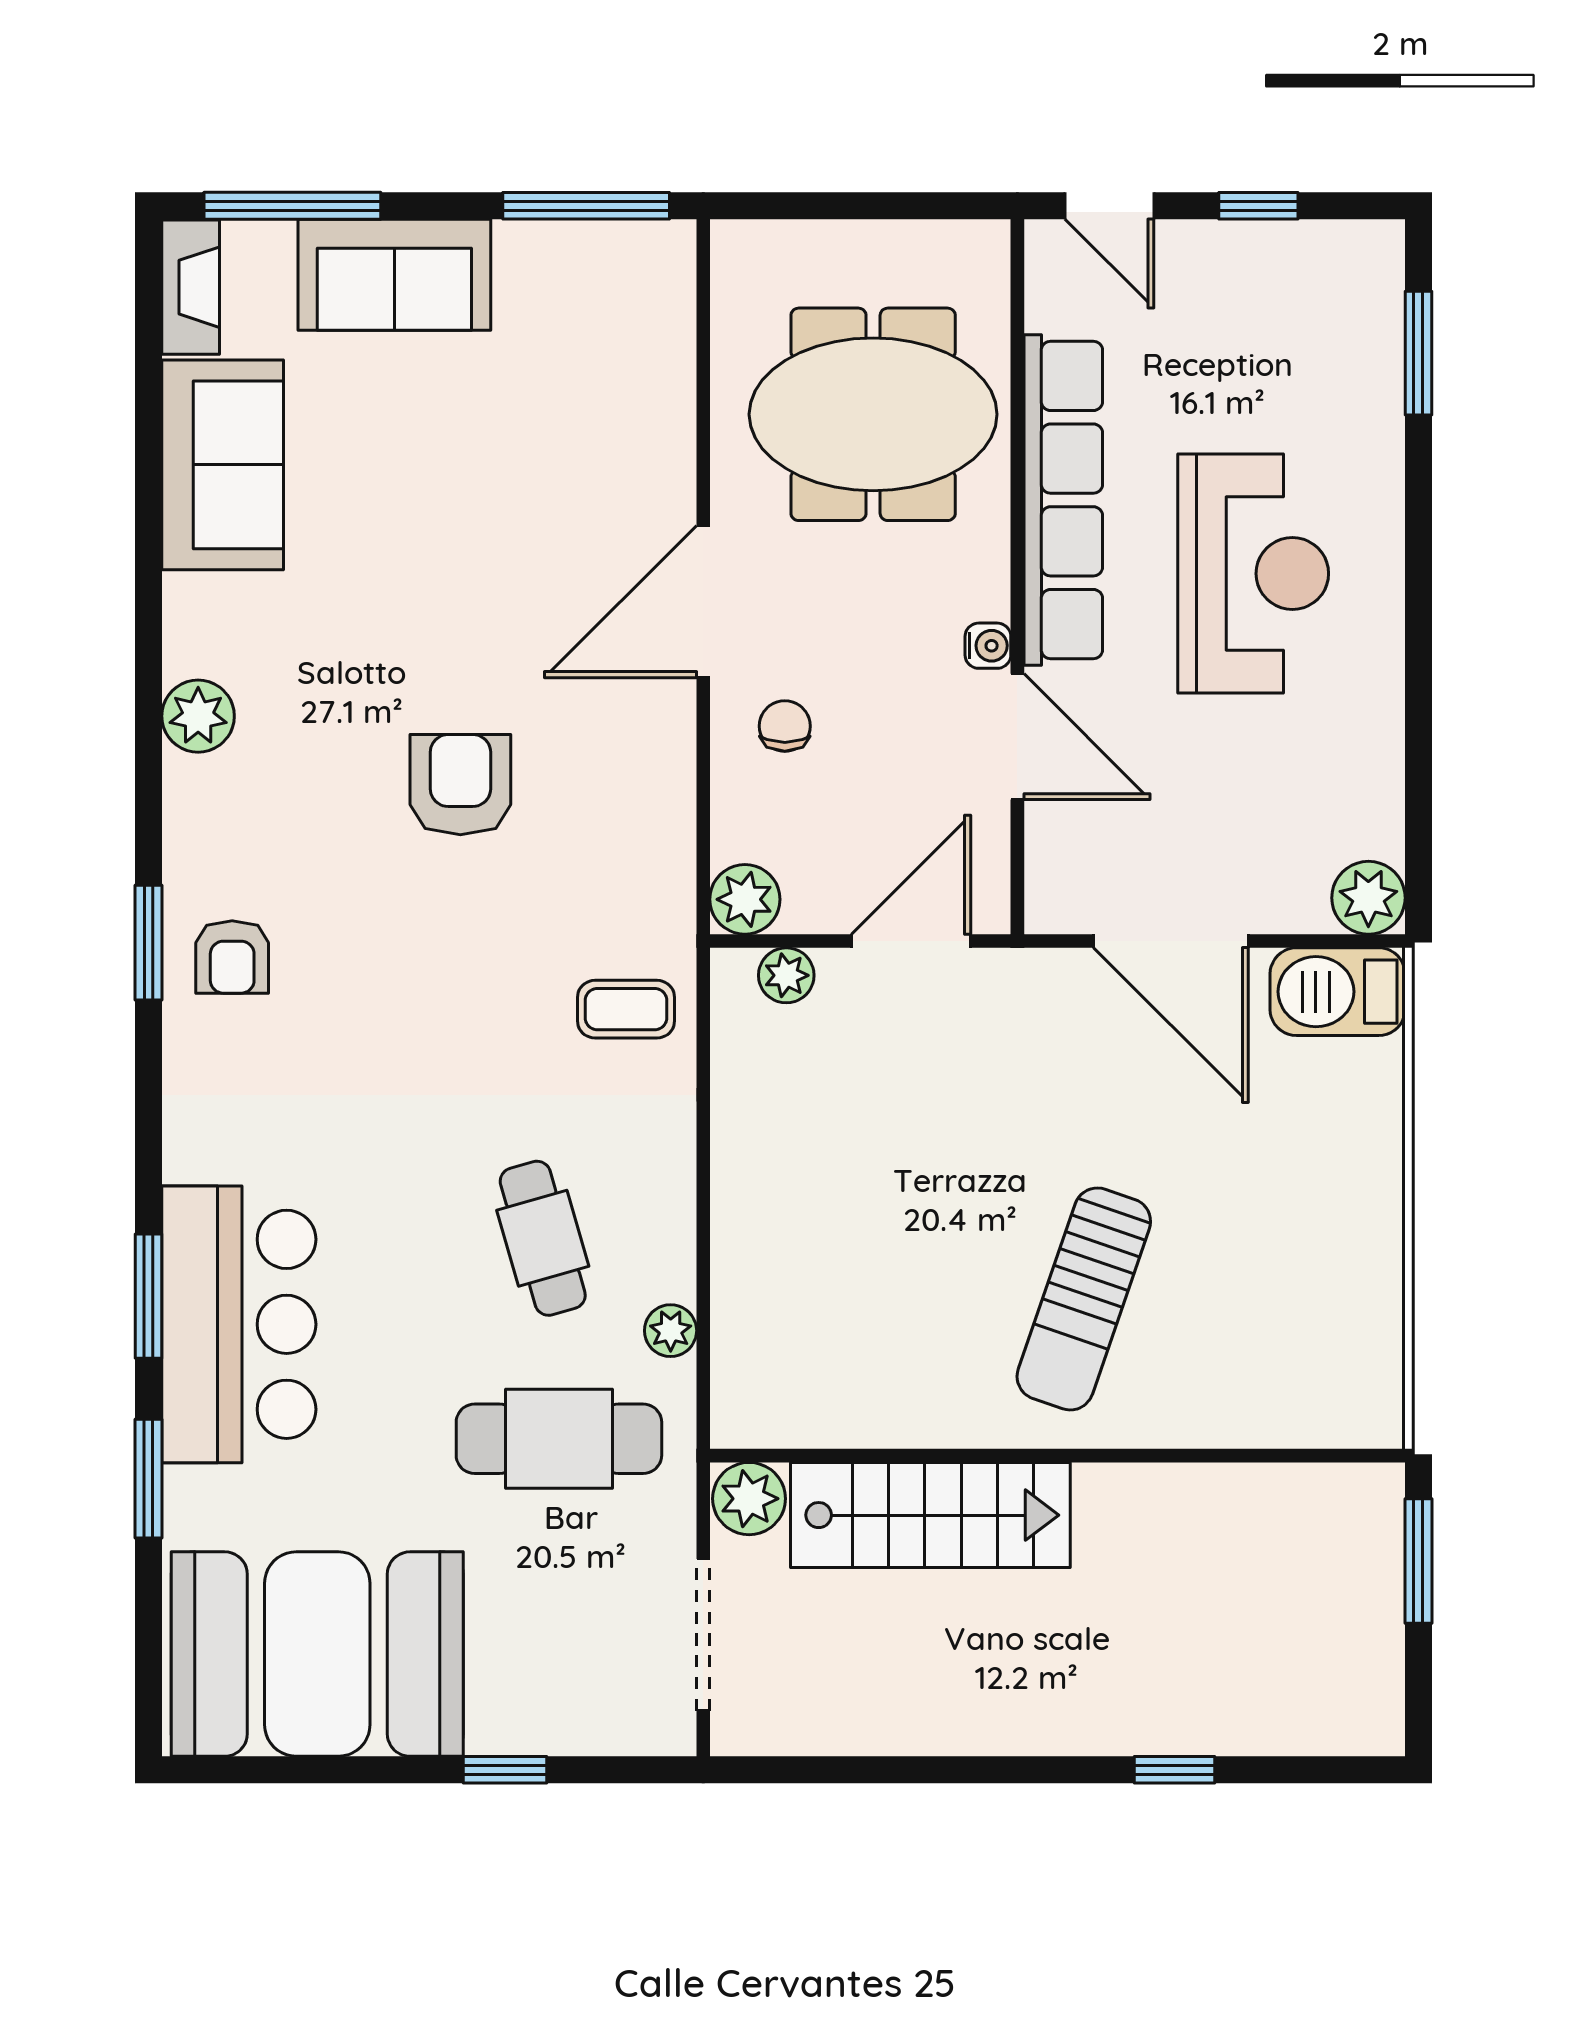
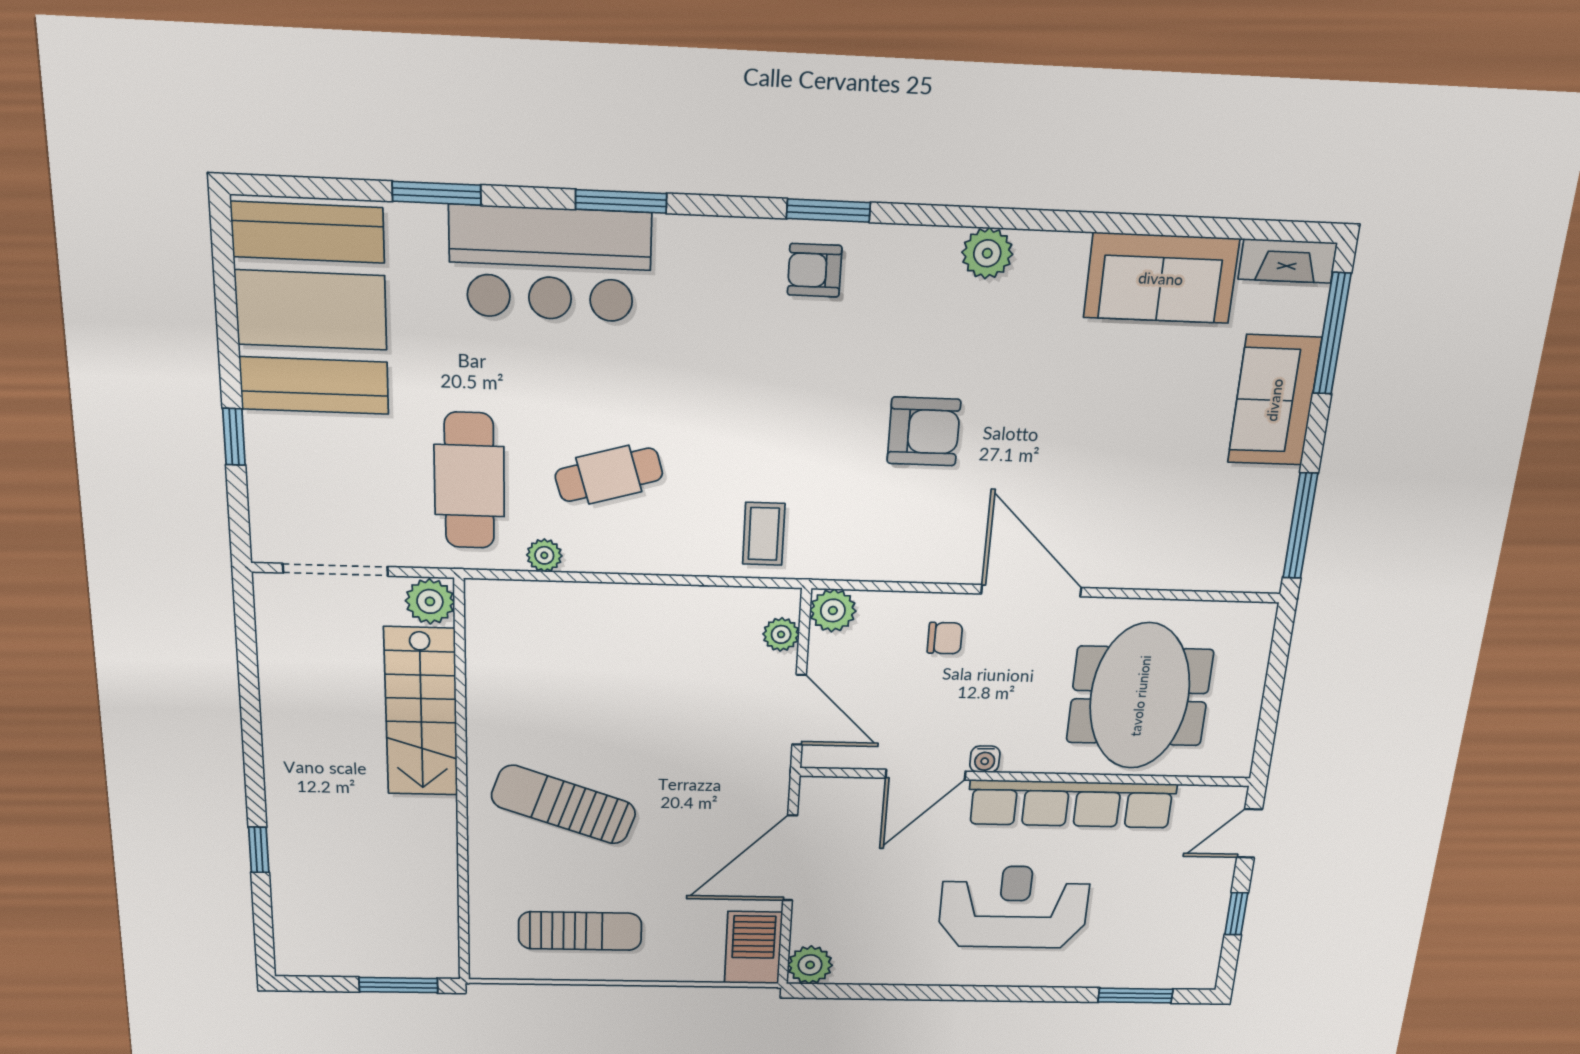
reception desk: (1253, 574) -> (1014, 907), turned 180
sun lounger: (1311, 1271) -> (580, 931), added
window: (149, 1296) -> (621, 201), moved

